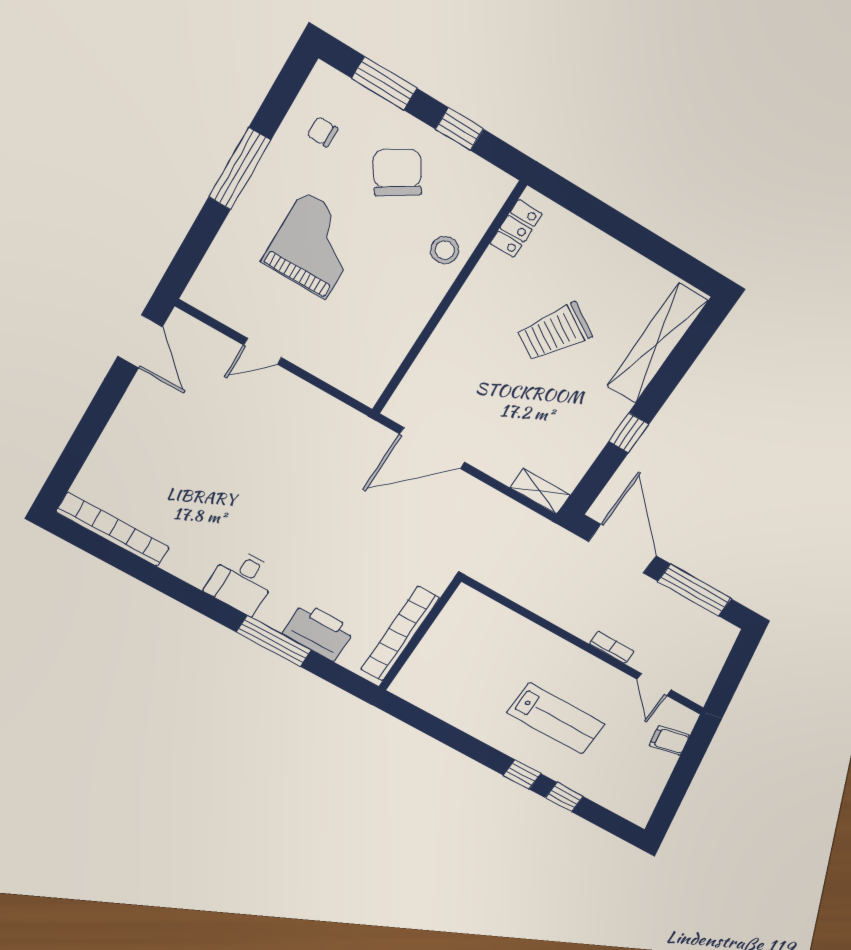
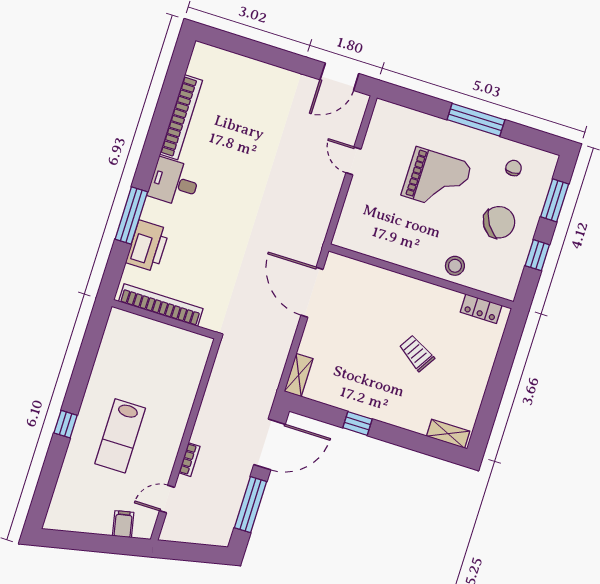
trolley: (554, 332) -> (417, 353), width x0.73, depth x0.72
shelving: (657, 344) -> (448, 434), width x0.45, depth x0.75
bookcase: (113, 529) -> (181, 117), moved
window: (564, 797) -> (54, 461), removed

